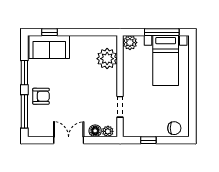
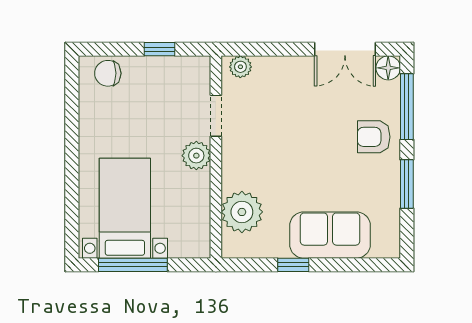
window: (50, 32) -> (293, 265), moved
plant: (130, 43) -> (196, 156), moved
sofa: (49, 47) -> (330, 235), moved
floor lamp: (95, 131) -> (388, 68), moved
double door: (69, 140) -> (345, 49), moved

